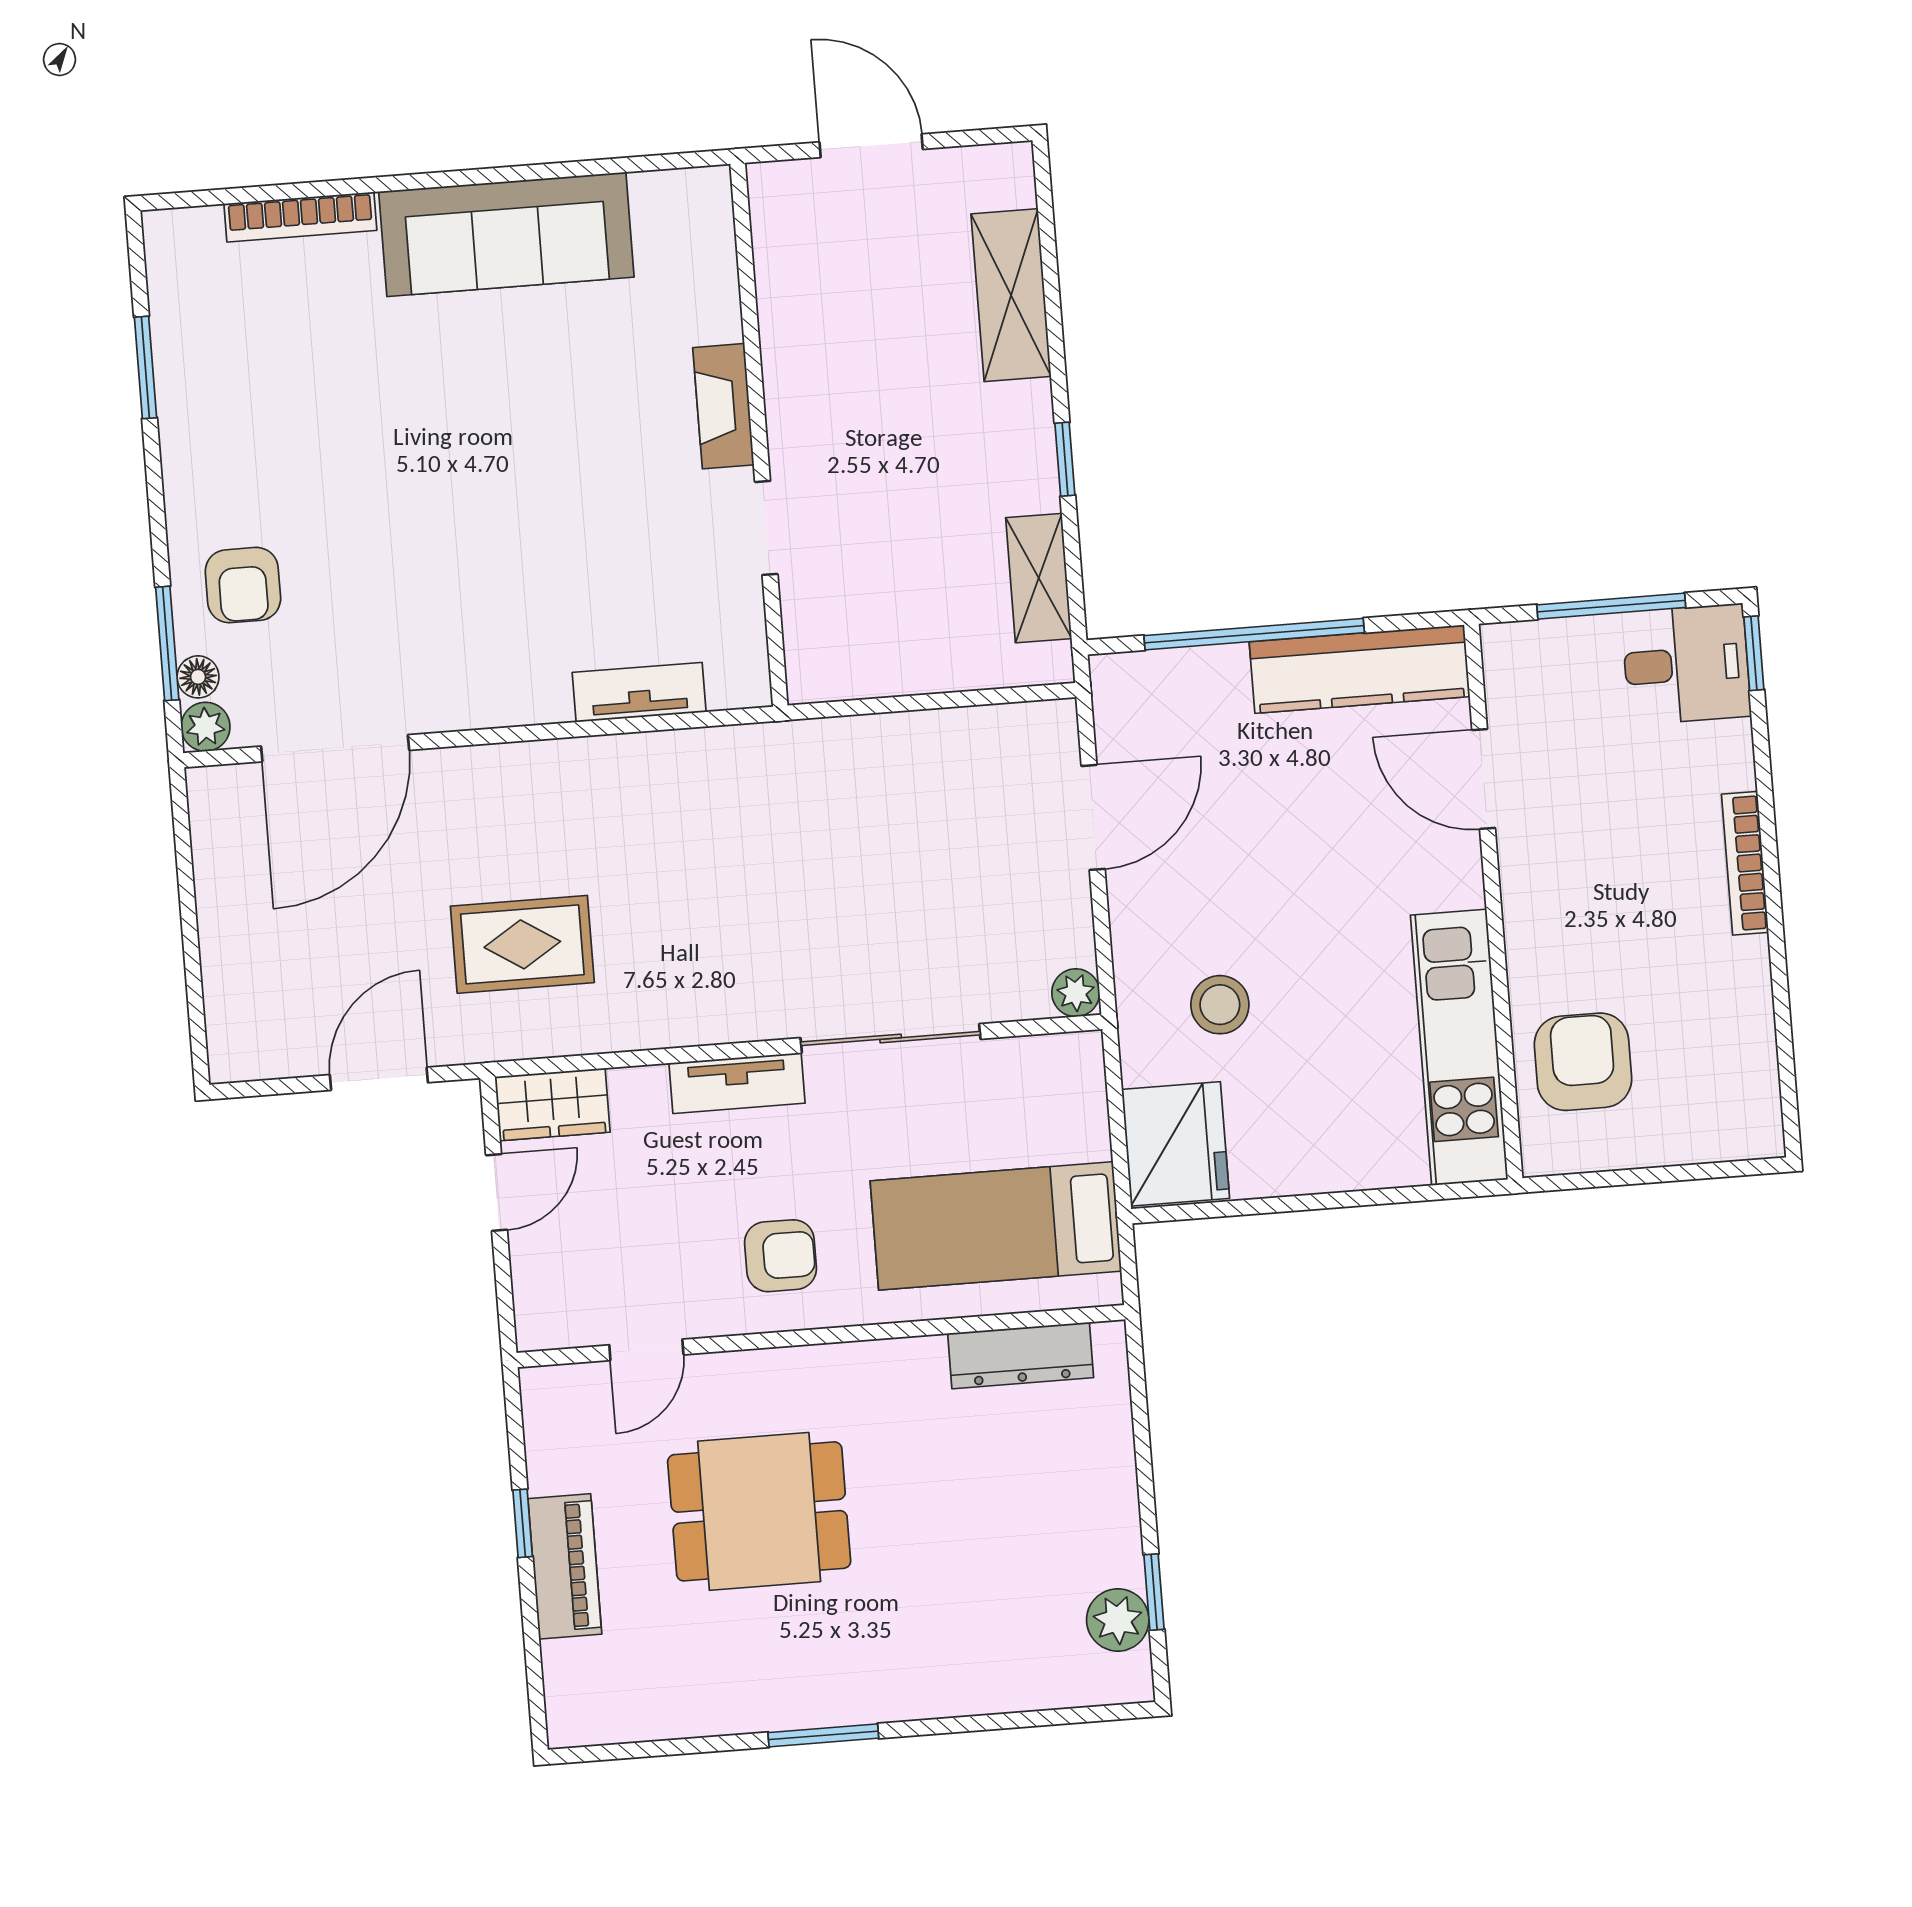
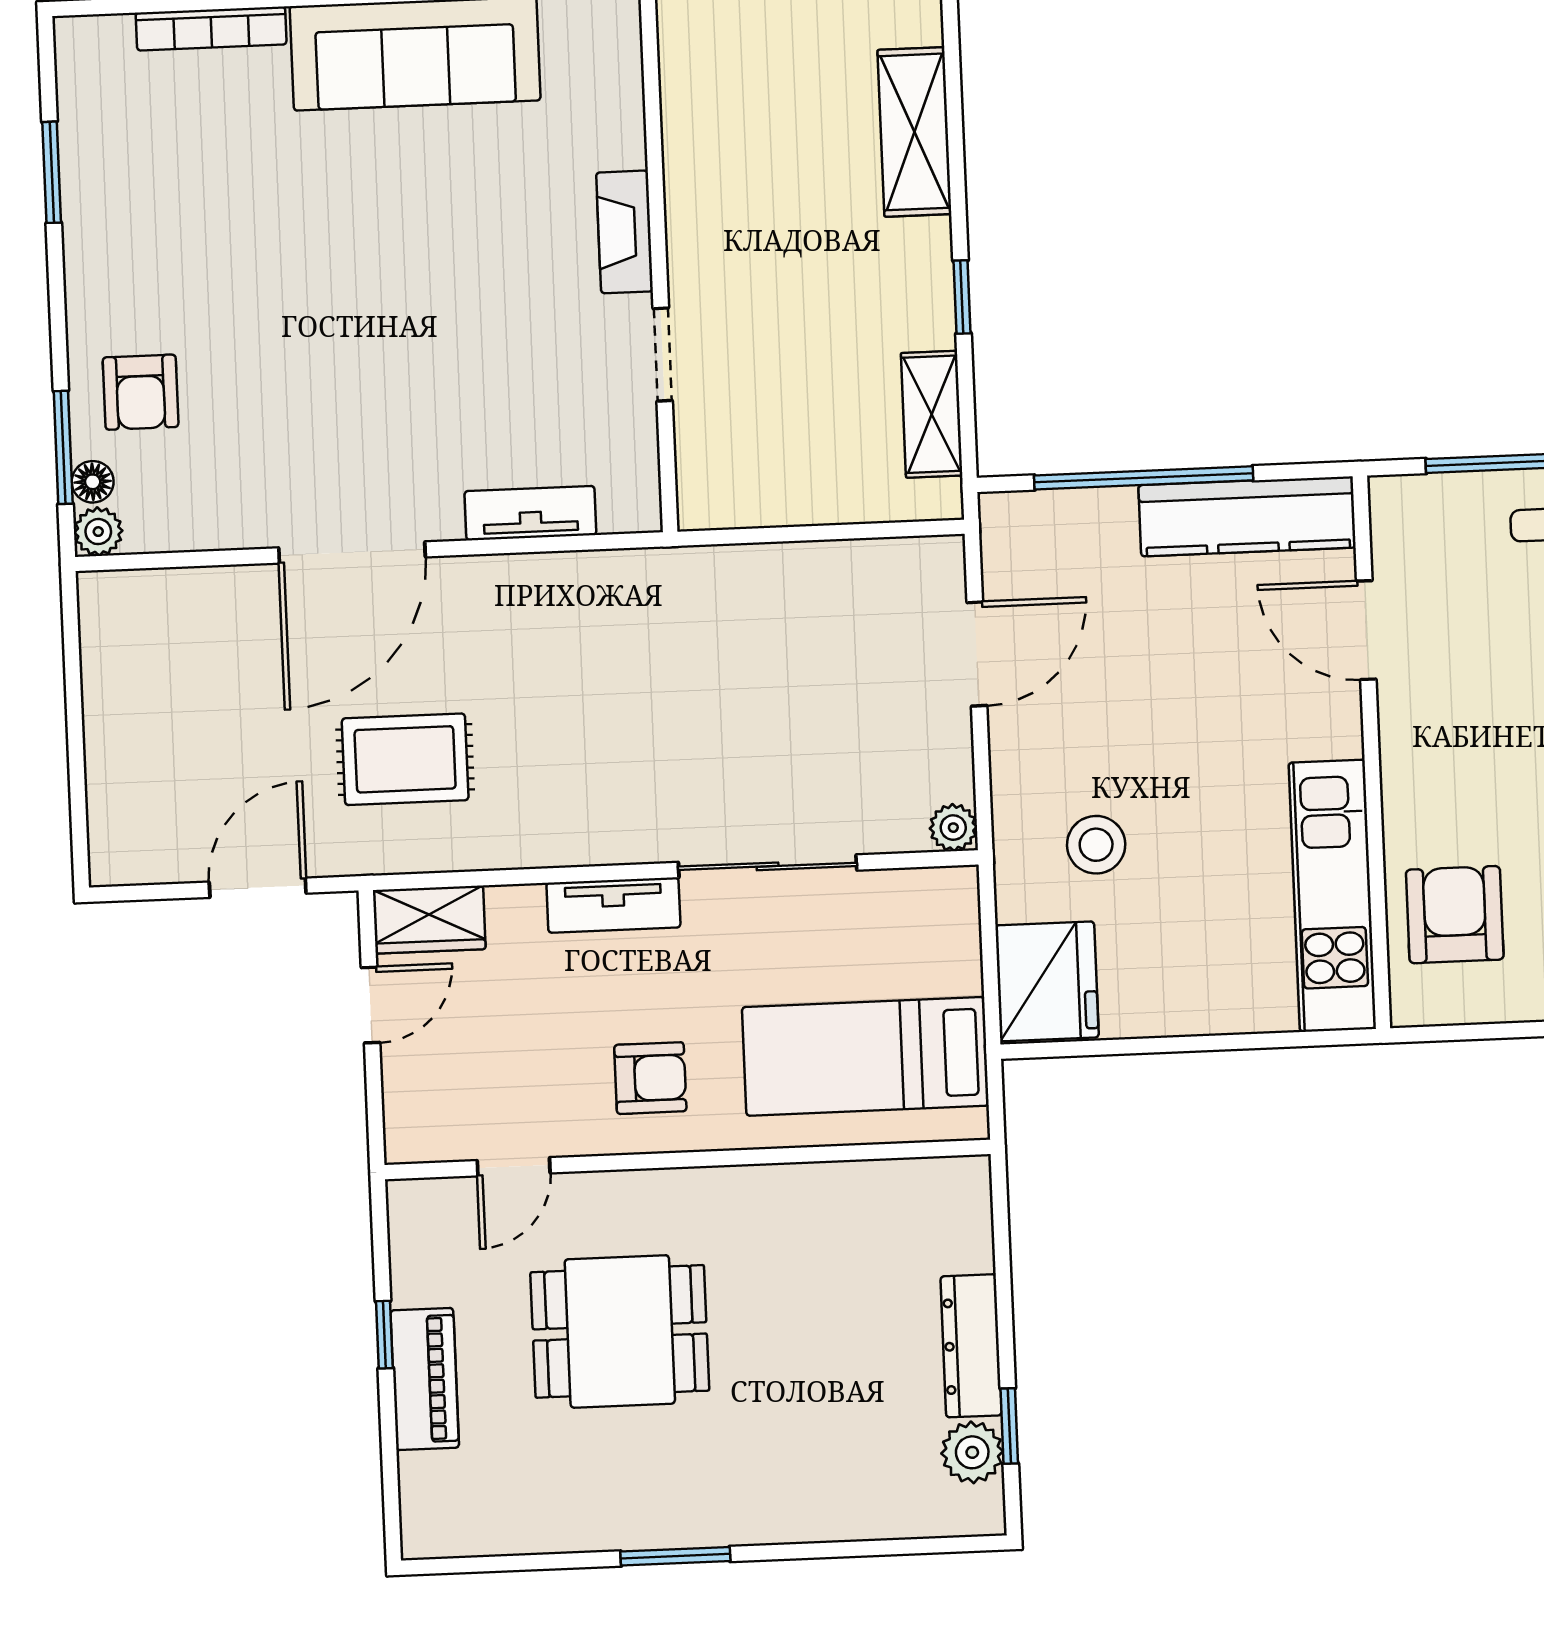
door: (335, 748) -> (352, 552), moved
dresser: (1021, 1355) -> (971, 1346), moved, turned 90

